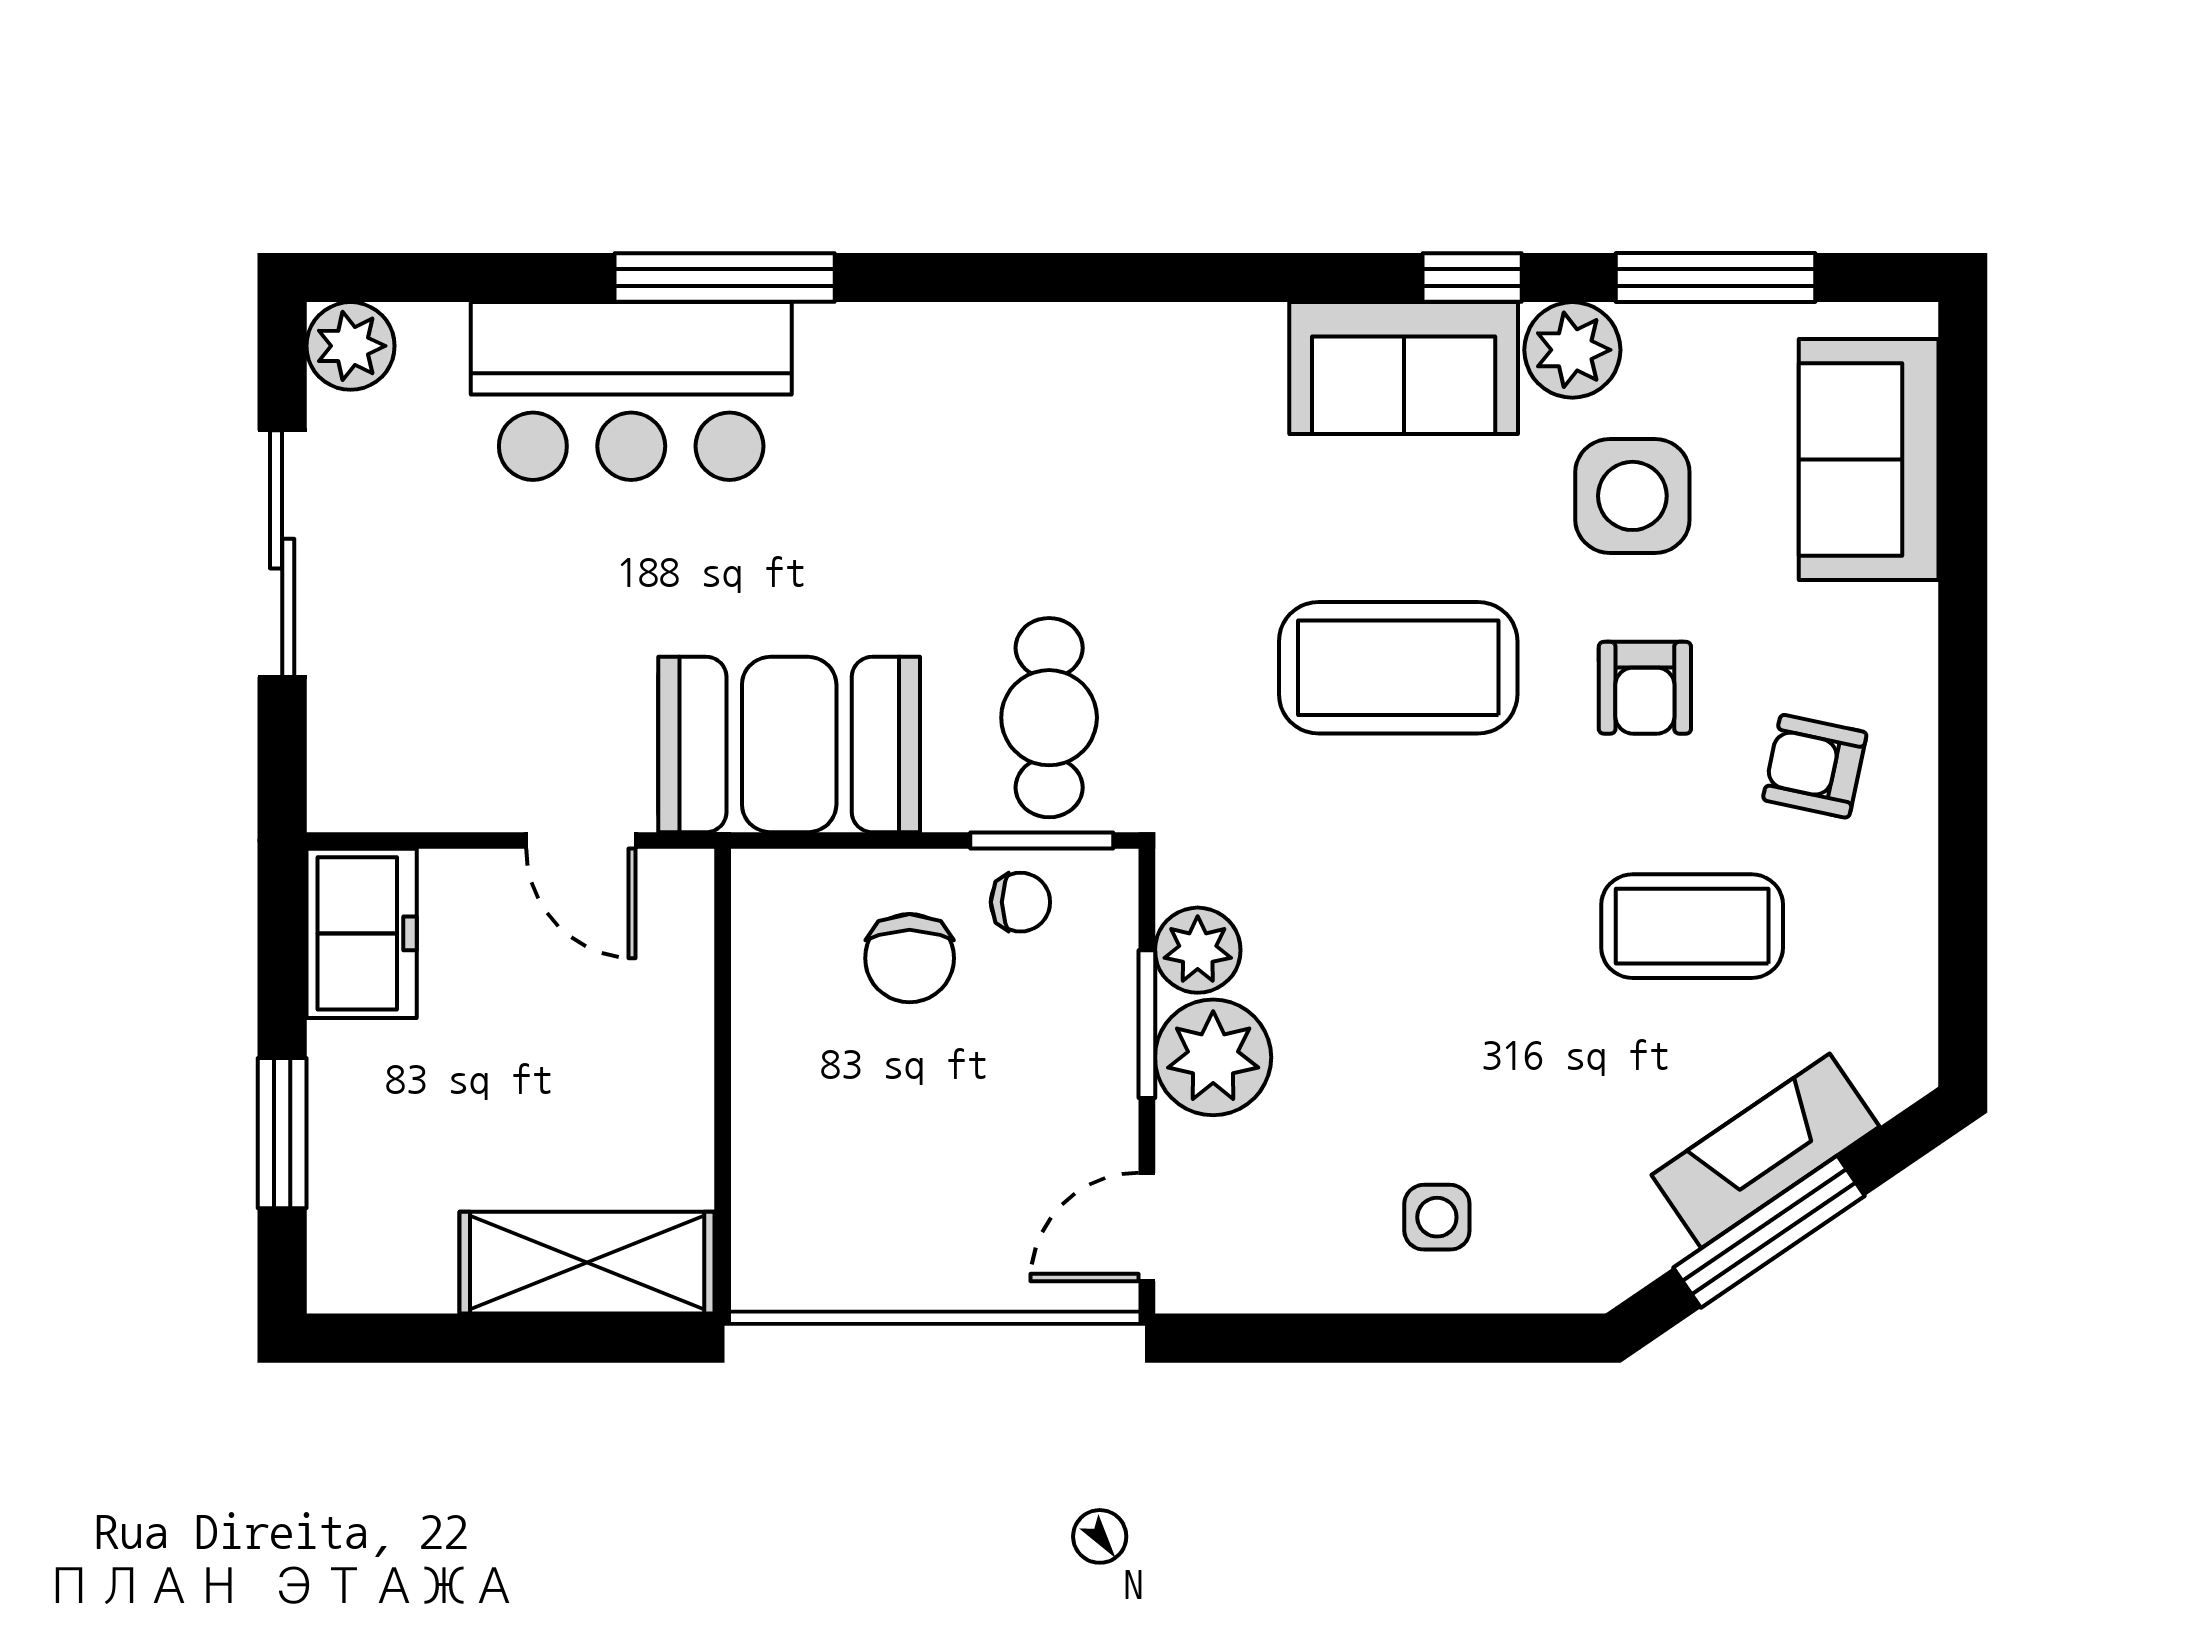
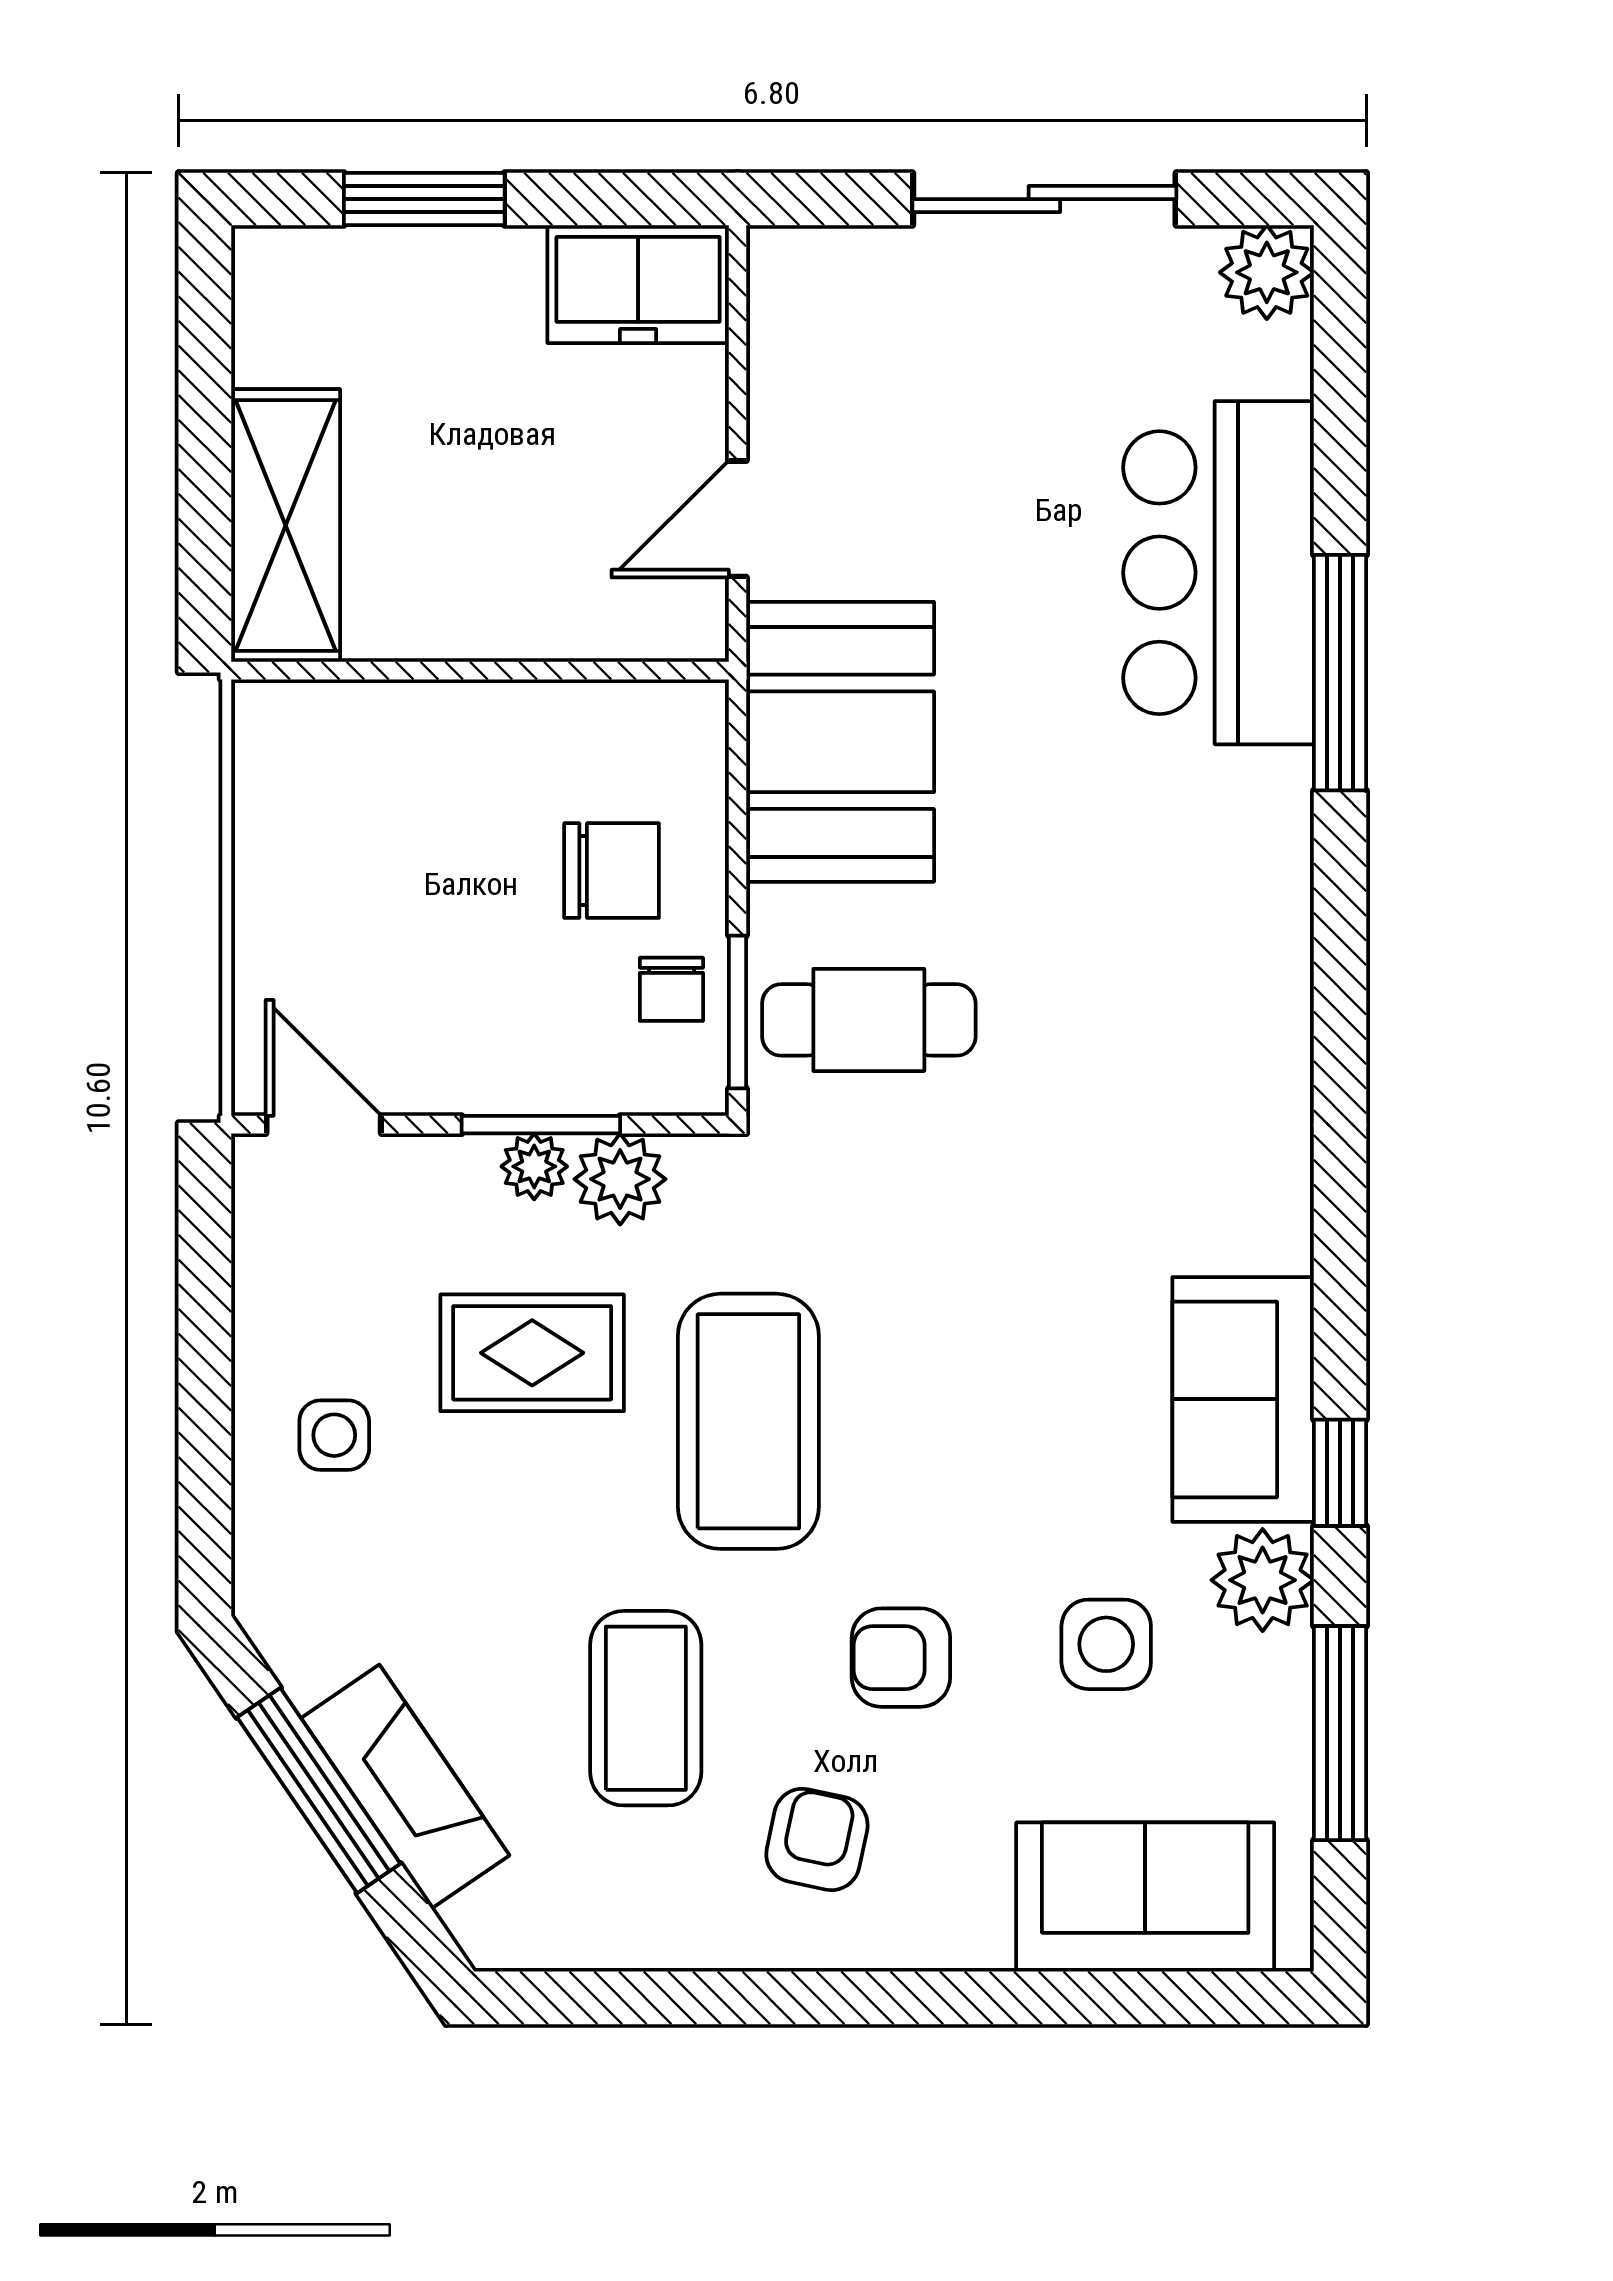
side table: (1632, 496) -> (1106, 1644), width x0.73, depth x0.73
coffee table: (1398, 668) -> (748, 1421), moved
chair: (910, 958) -> (612, 871), turned 180
rug: (1360, 1032) -> (532, 1353), added
plant: (1213, 1057) -> (534, 1166), width x0.53, depth x0.53

